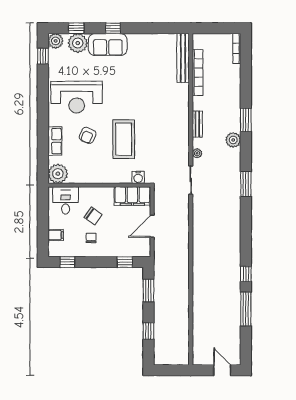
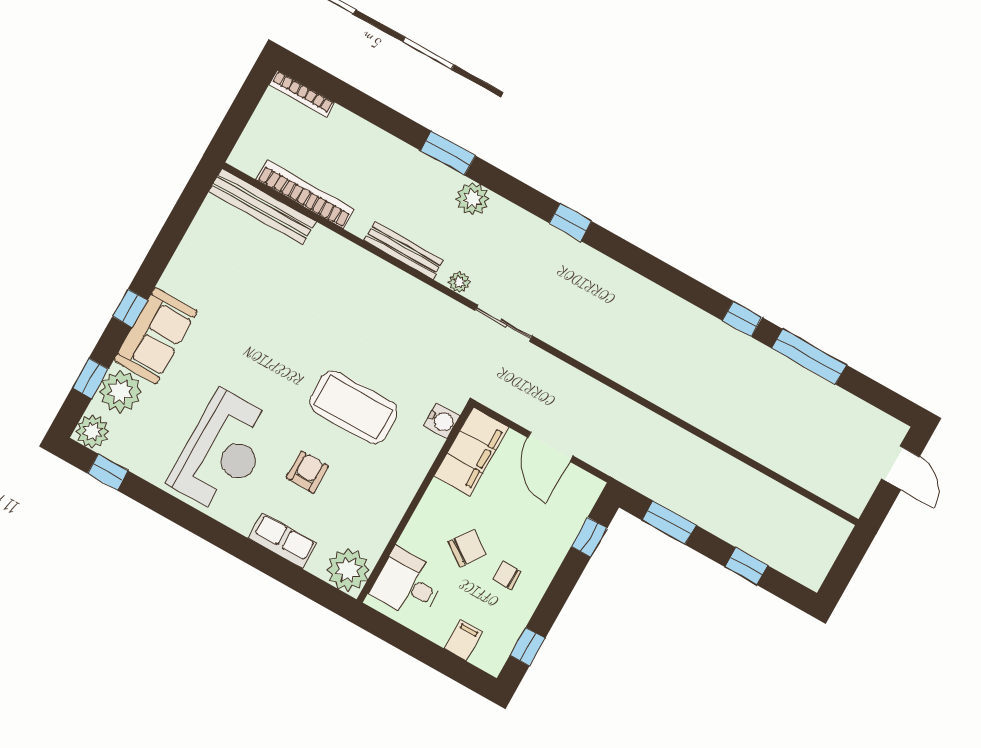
bench: (197, 124) -> (404, 250), width x1.36
armchair: (88, 135) -> (307, 472), turned -114
window: (246, 184) -> (570, 222), width x0.67
door: (222, 370) -> (901, 468), swing flipped

